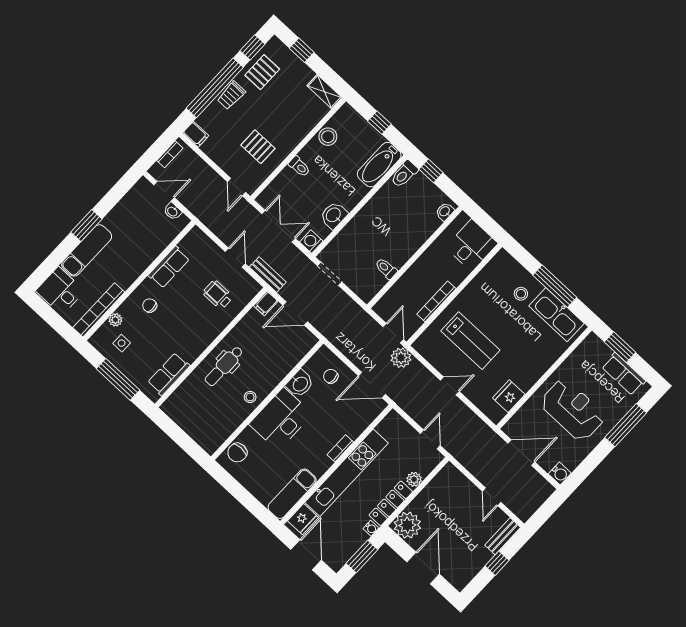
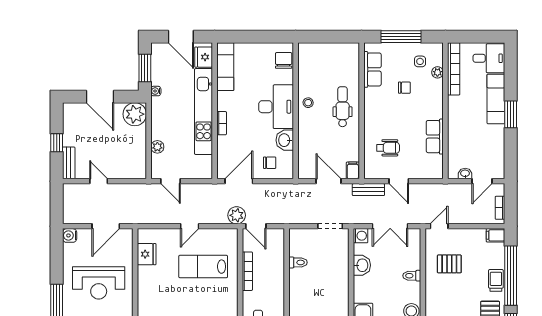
door: (237, 187) -> (439, 226), hinge flipped
chair: (150, 306) -> (404, 88), moved
door: (295, 314) -> (329, 181), hinge flipped
locker: (391, 503) -> (158, 118), removed

